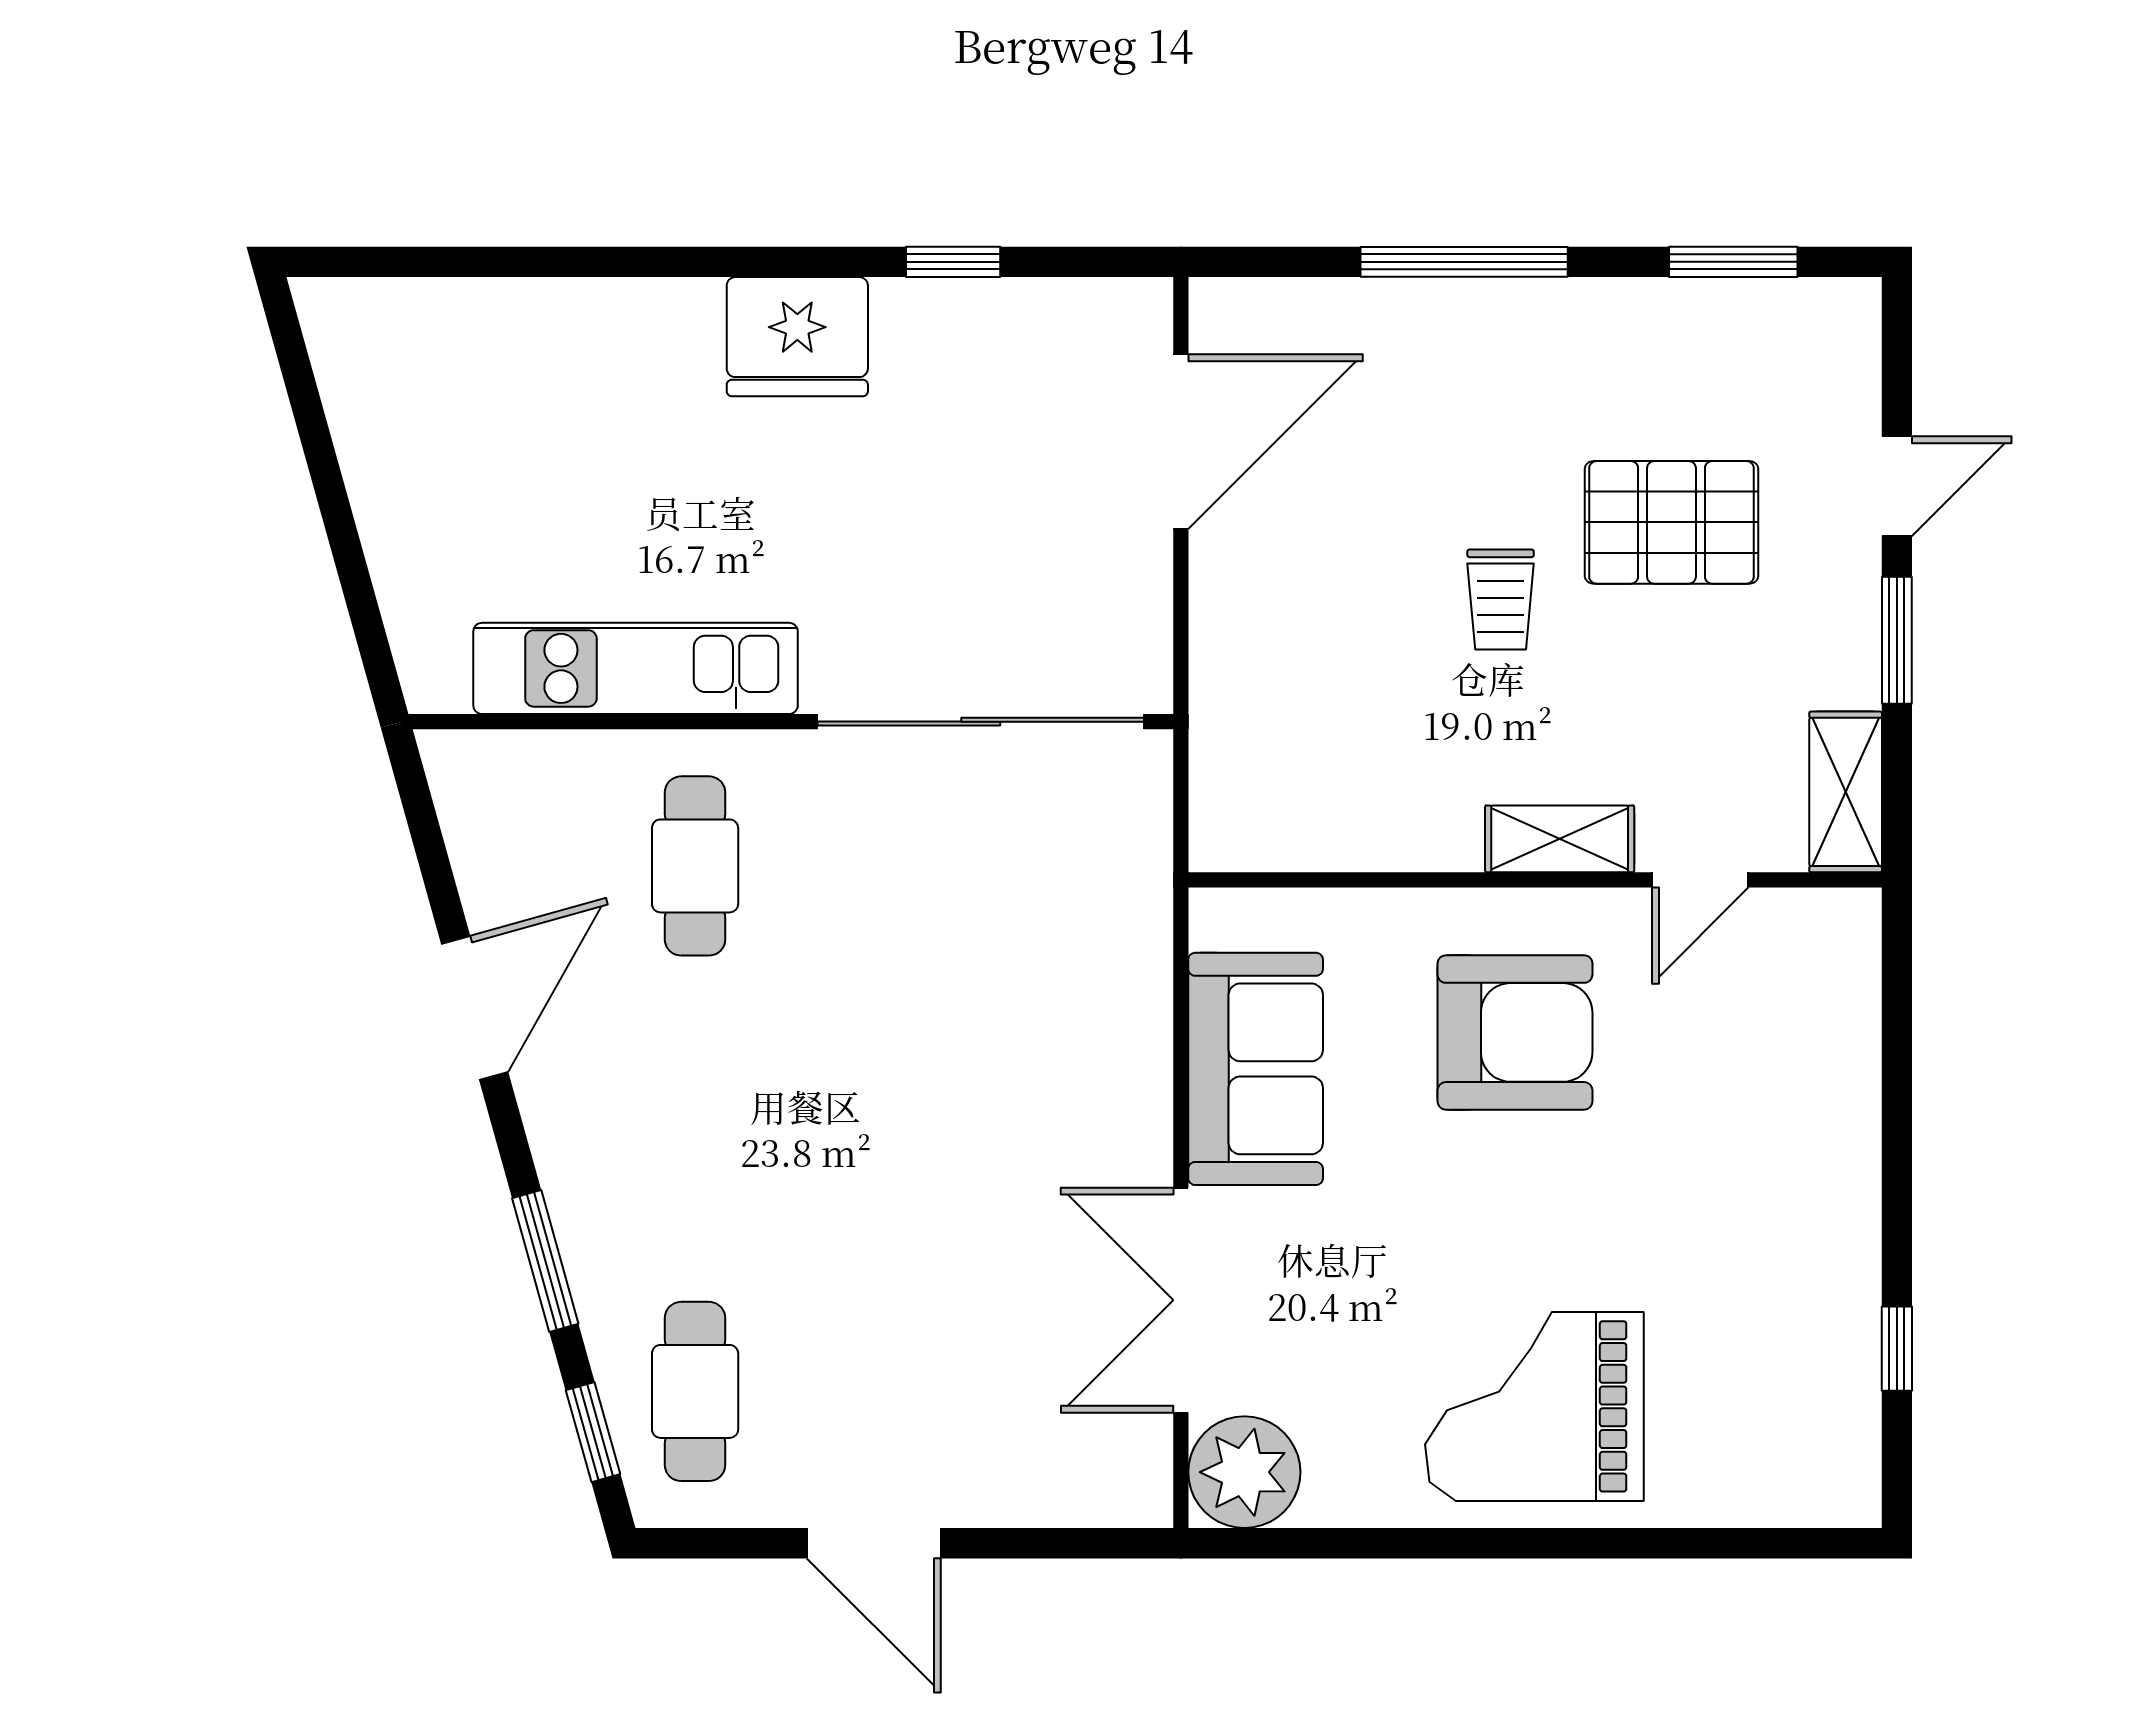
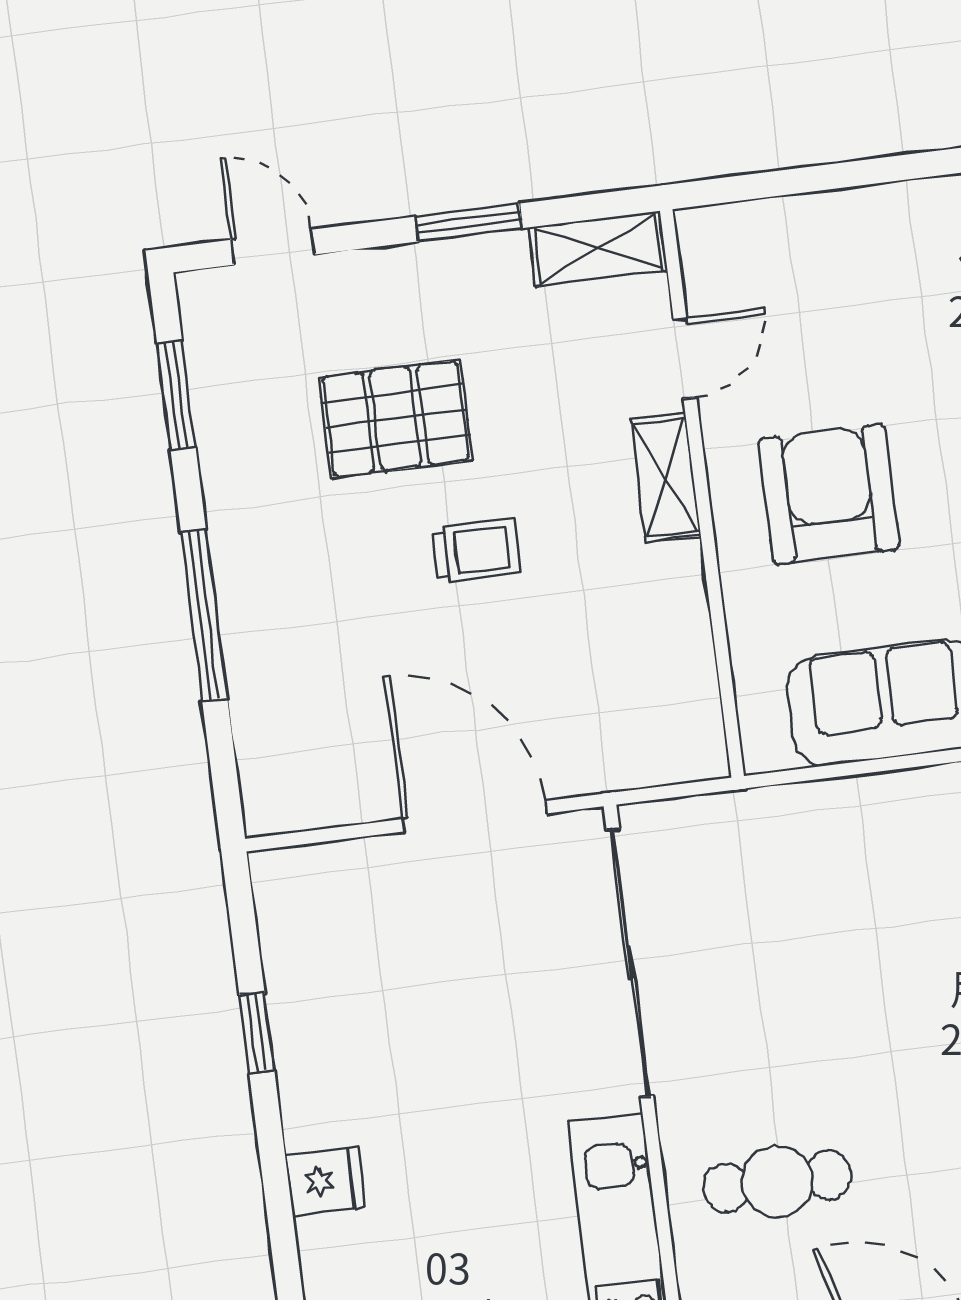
fridge: (797, 337) -> (325, 1181), width x0.53, depth x0.75
door: (1181, 442) -> (475, 816), moved
door: (1897, 486) -> (273, 247), moved
pallet: (1671, 522) -> (396, 419), turned 90
door: (1700, 880) -> (685, 358), hinge flipped

